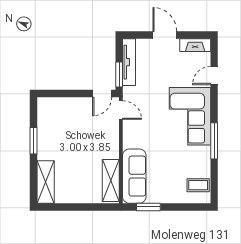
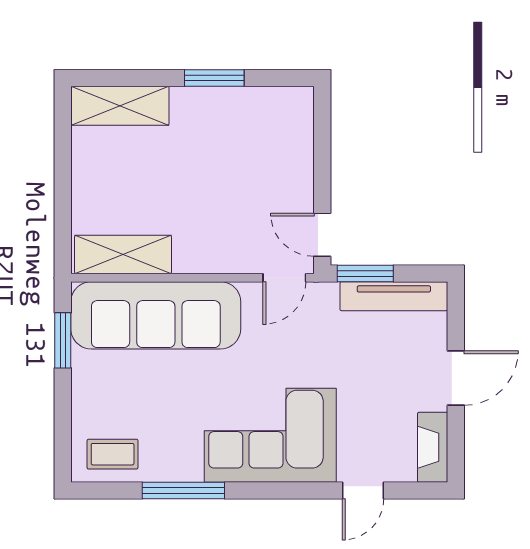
door: (214, 76) -> (363, 490), swing flipped
window: (214, 141) -> (183, 490), moved
sofa: (134, 176) -> (156, 315), width x1.36, depth x1.27
coffee table: (198, 185) -> (113, 454), turned 90

